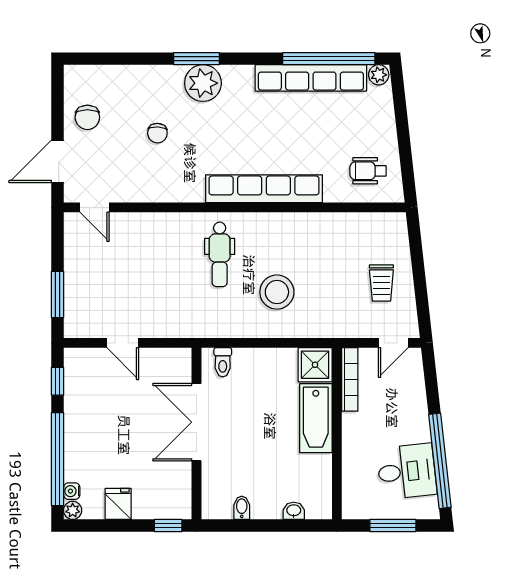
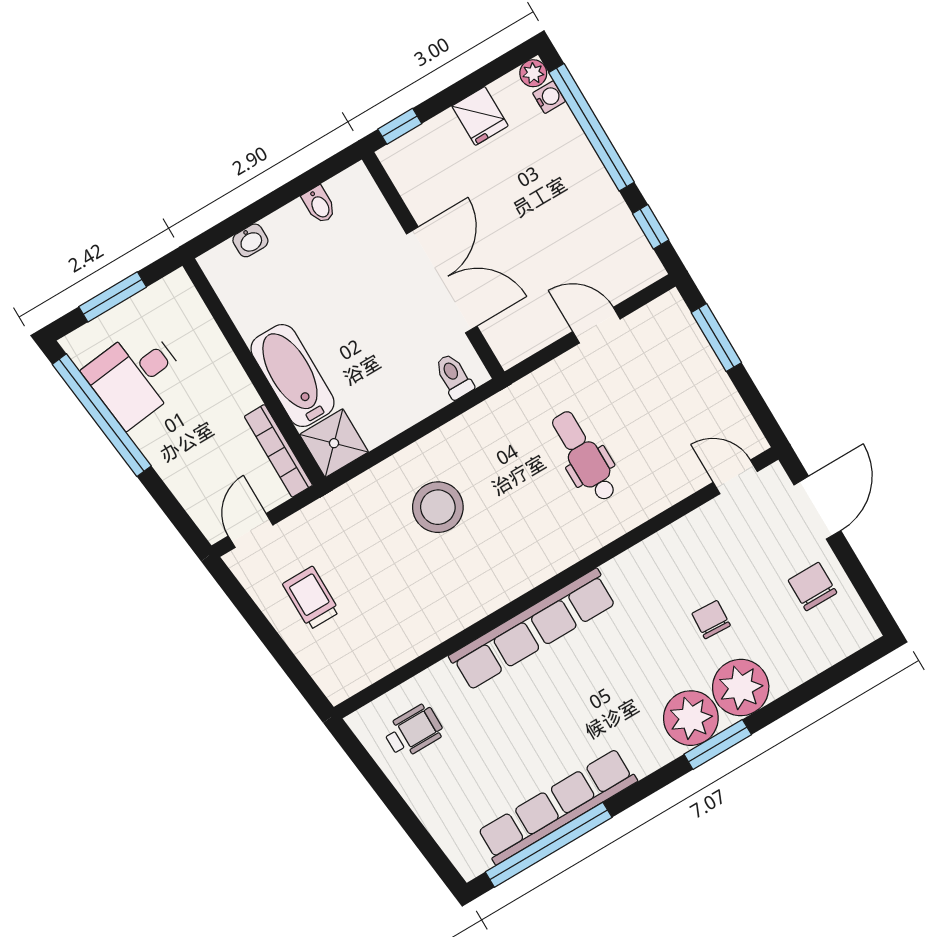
plant: (379, 75) -> (741, 688), moved, width x1.88, depth x1.88
dental chair: (220, 254) -> (584, 456), moved

